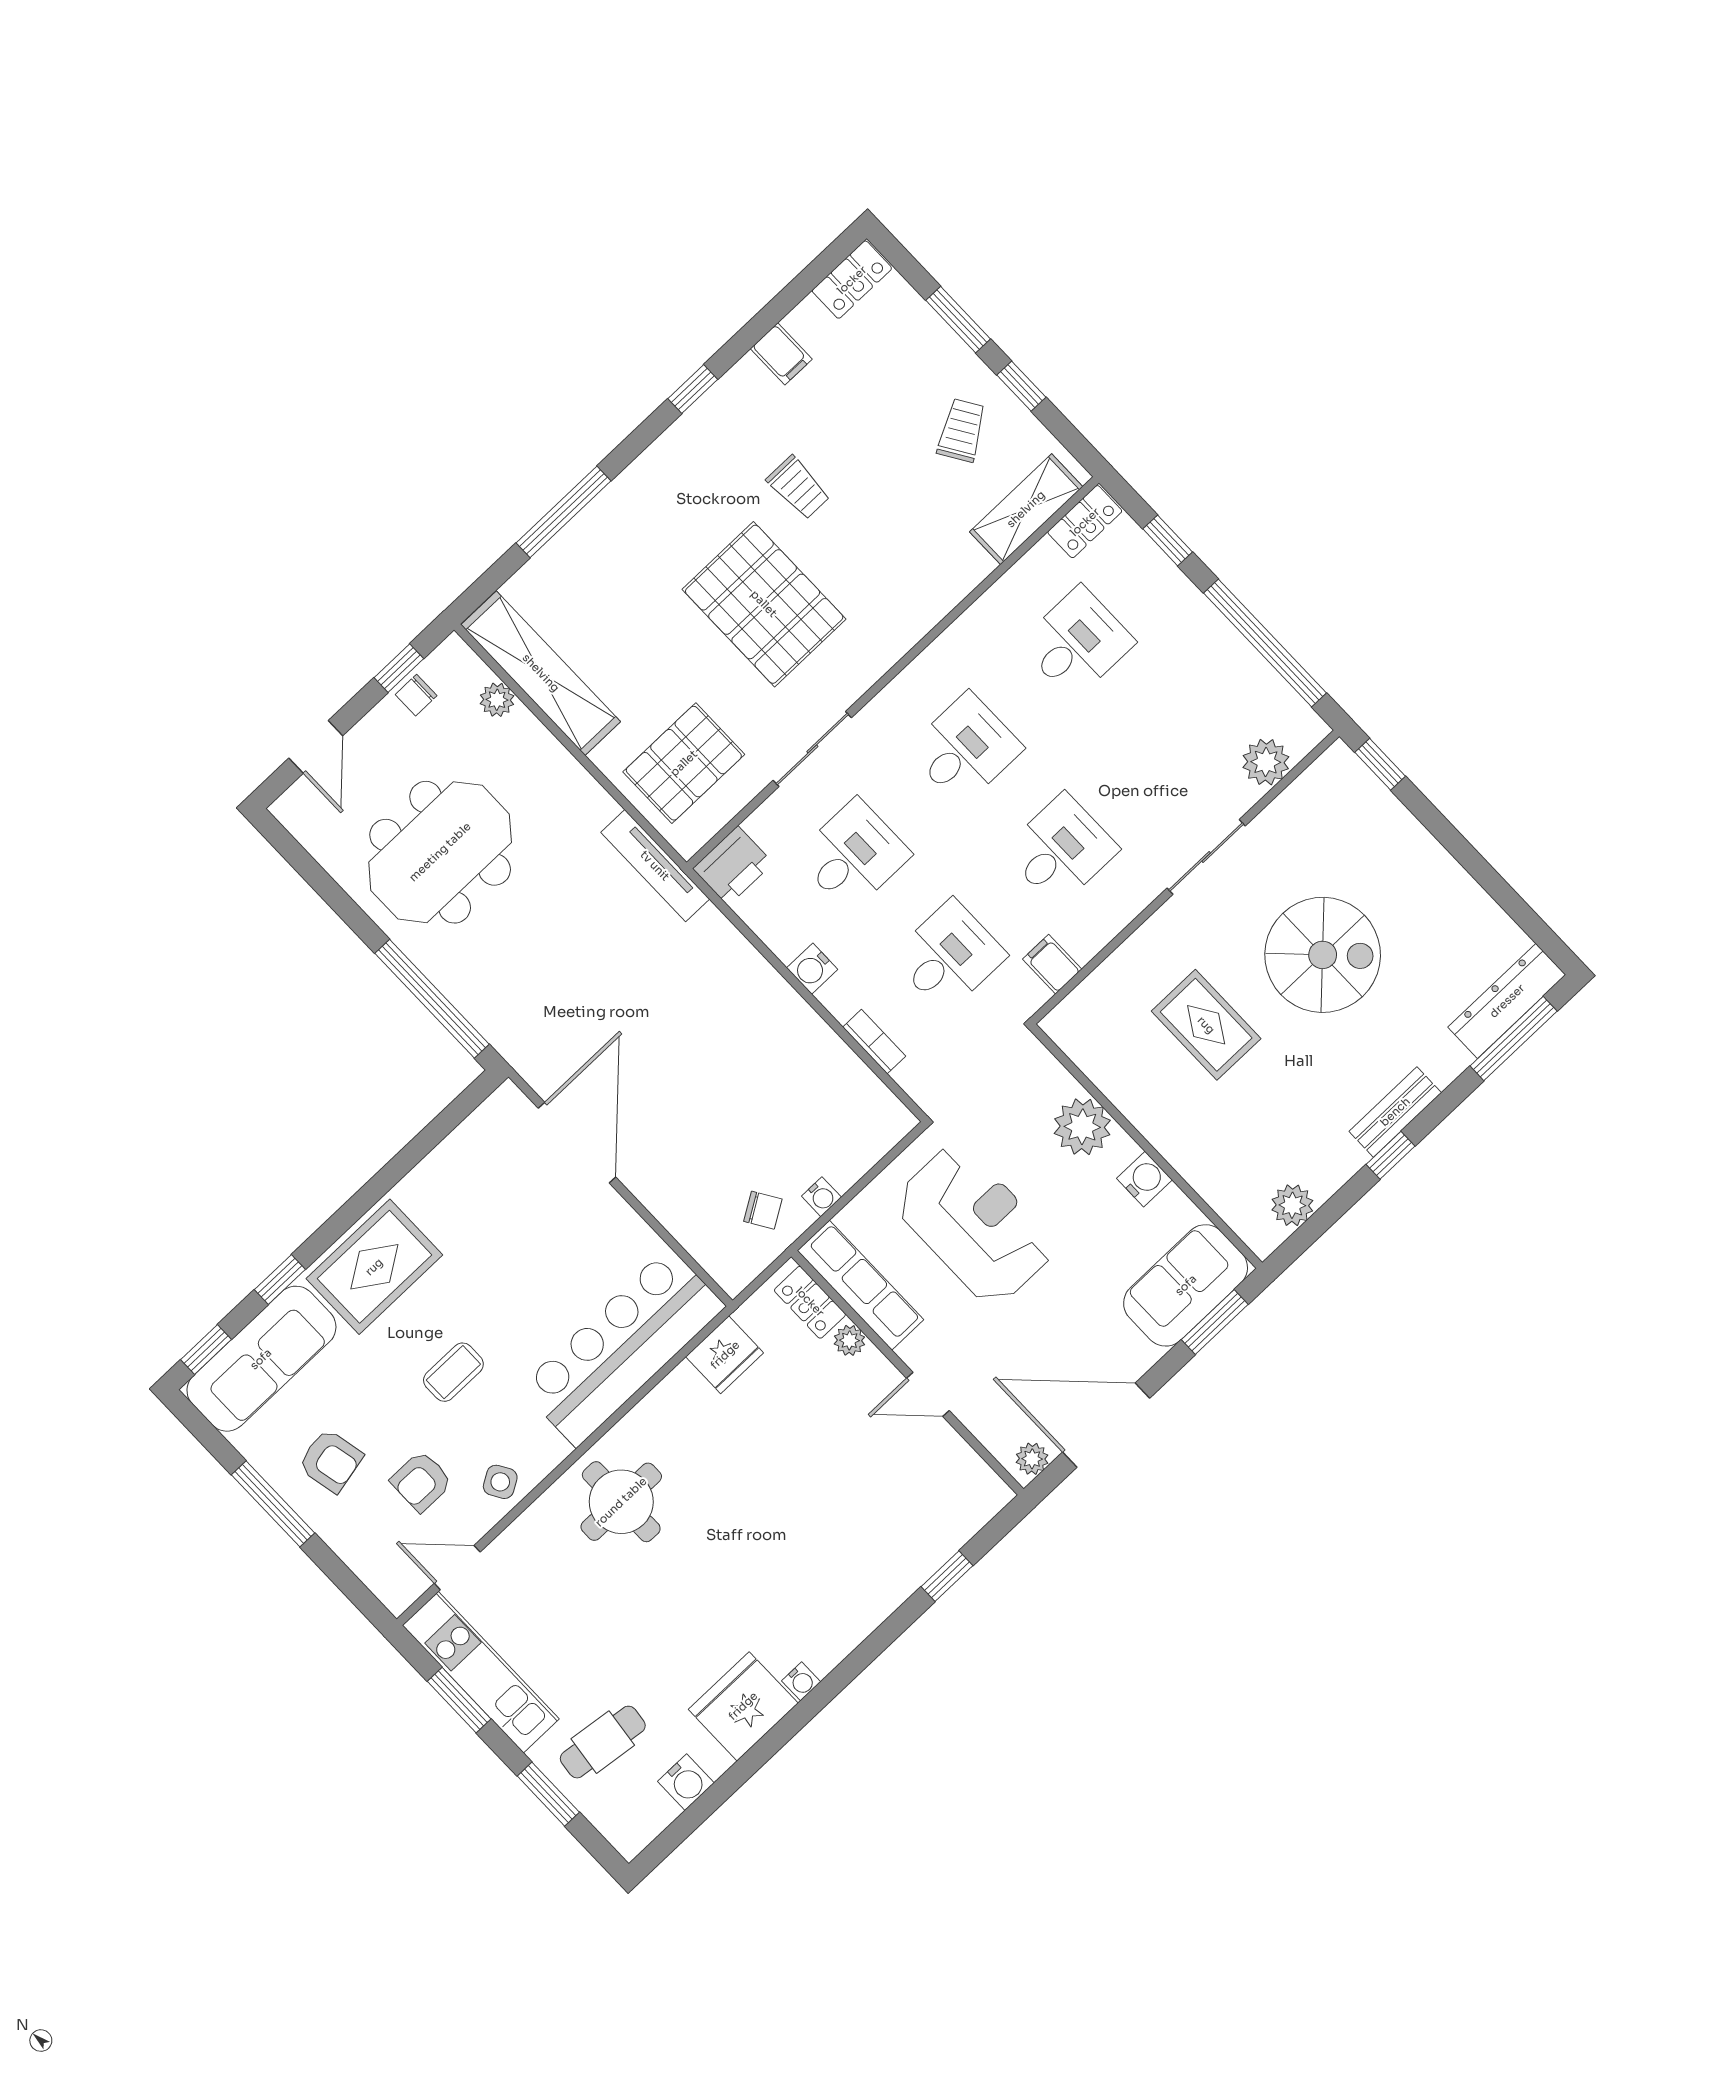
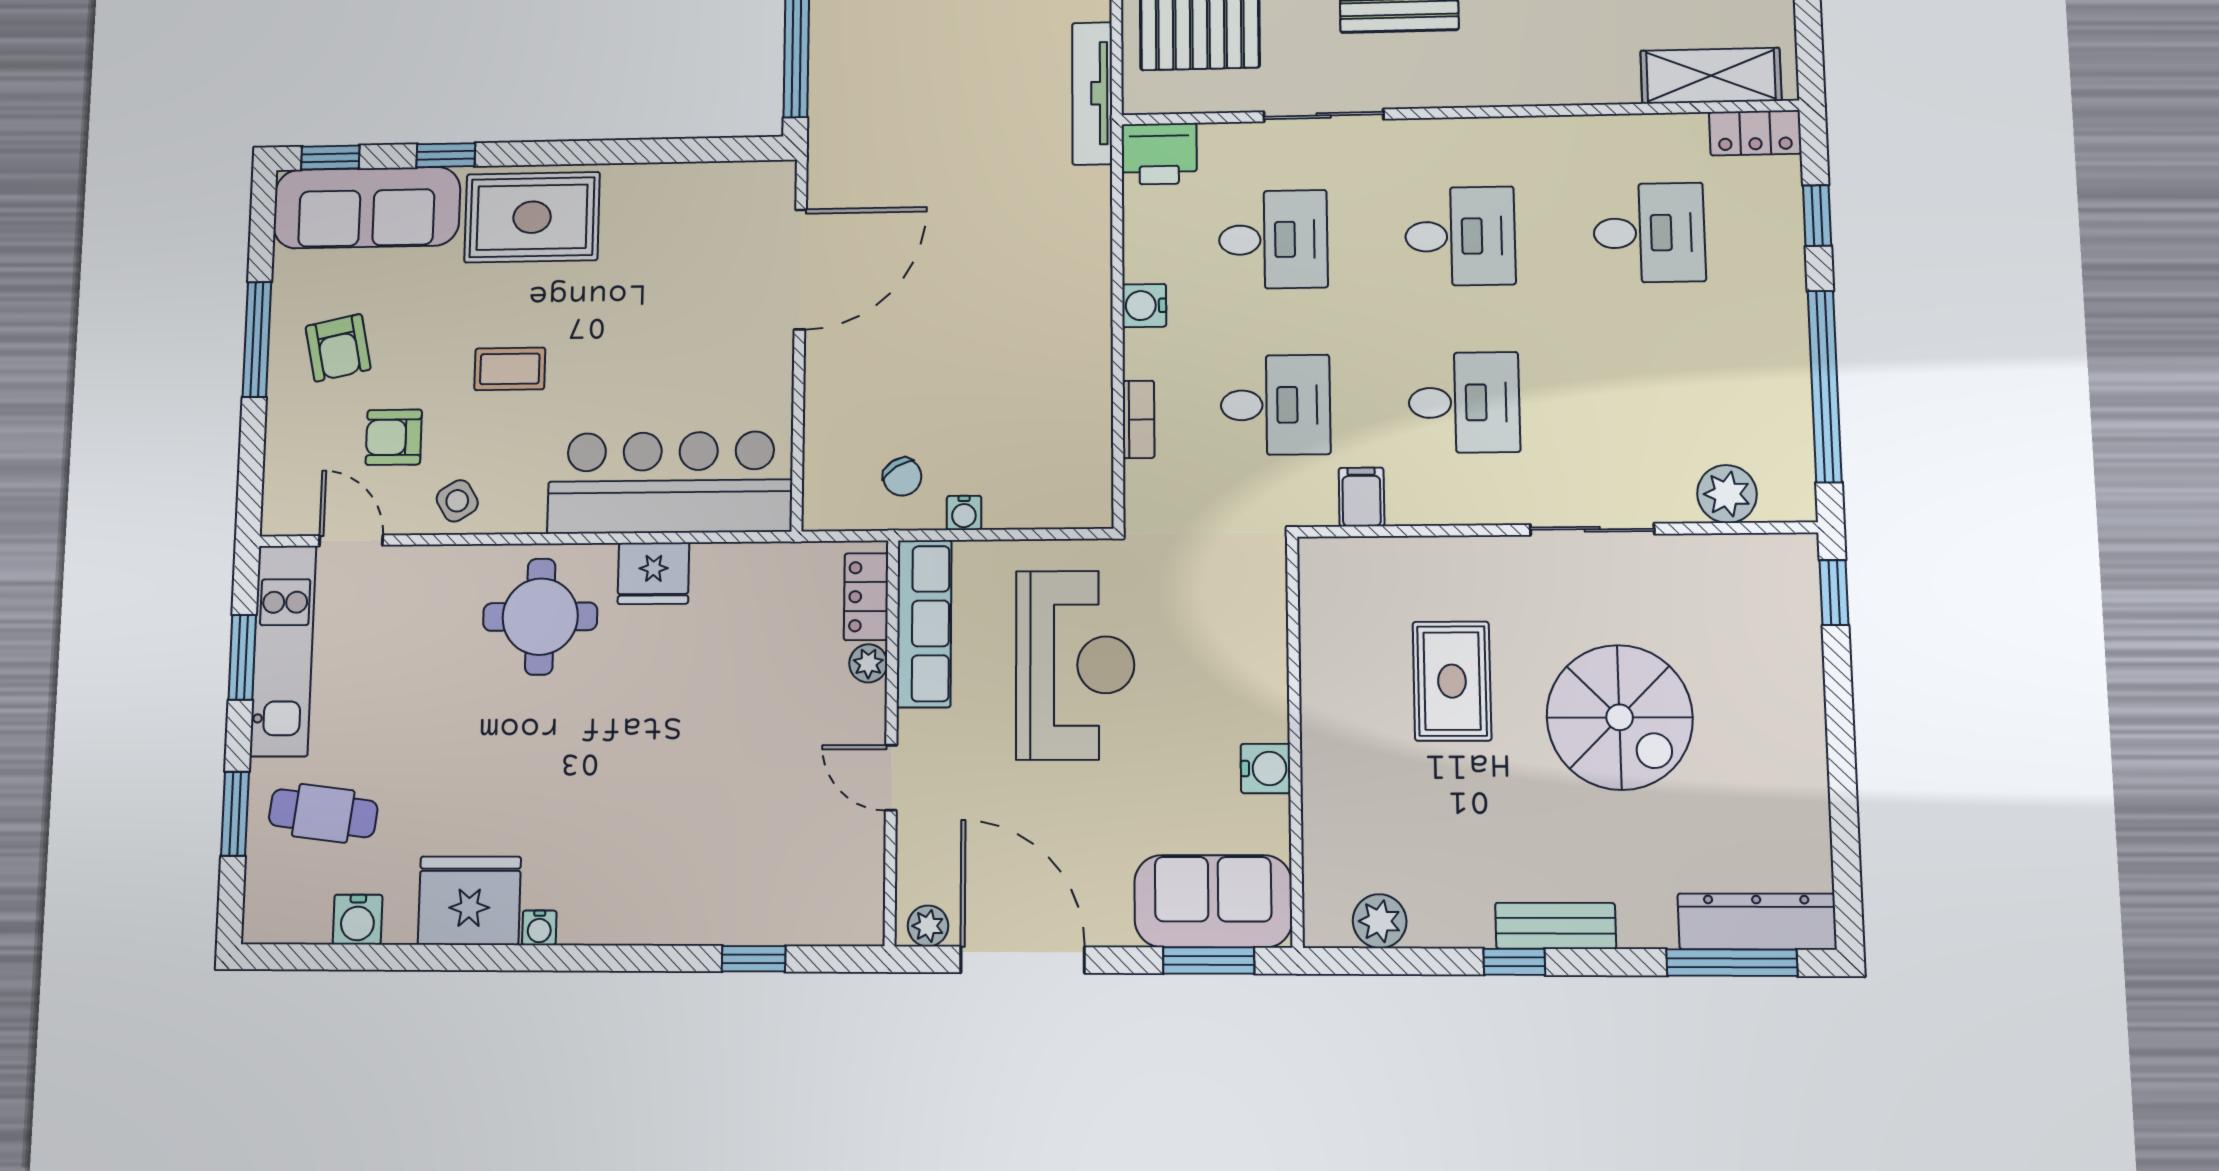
plant: (1082, 1127) -> (1253, 668), removed
fridge: (725, 1355) -> (653, 573), moved

